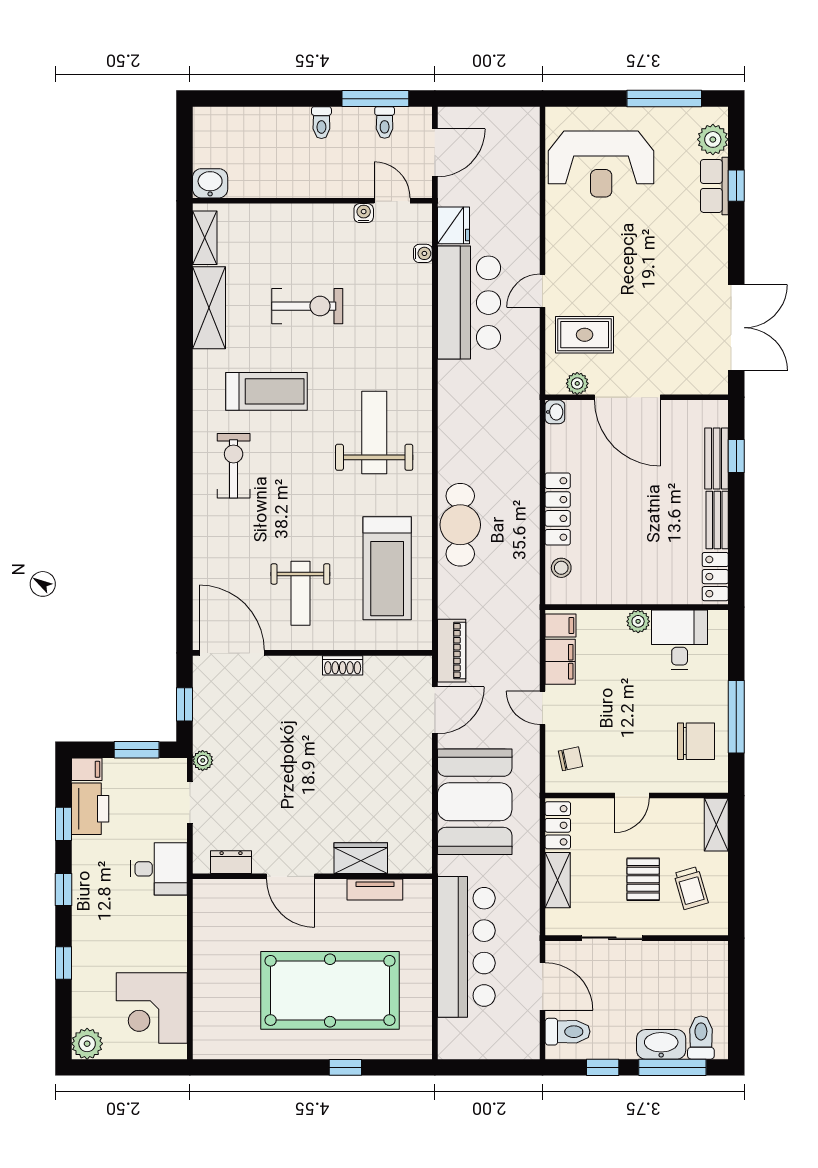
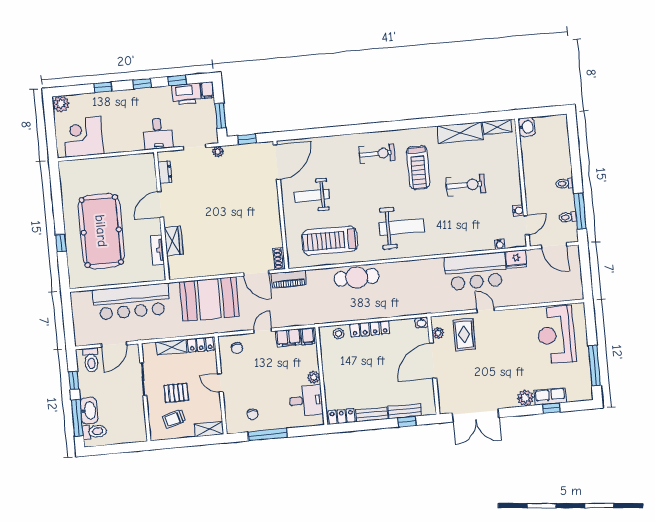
plant: (713, 139) -> (525, 398), moved
exercise bike: (307, 306) -> (466, 185), turned -90
shoe rack: (343, 665) -> (279, 259), moved
chair: (696, 741) -> (253, 414), width x0.54, depth x0.54

